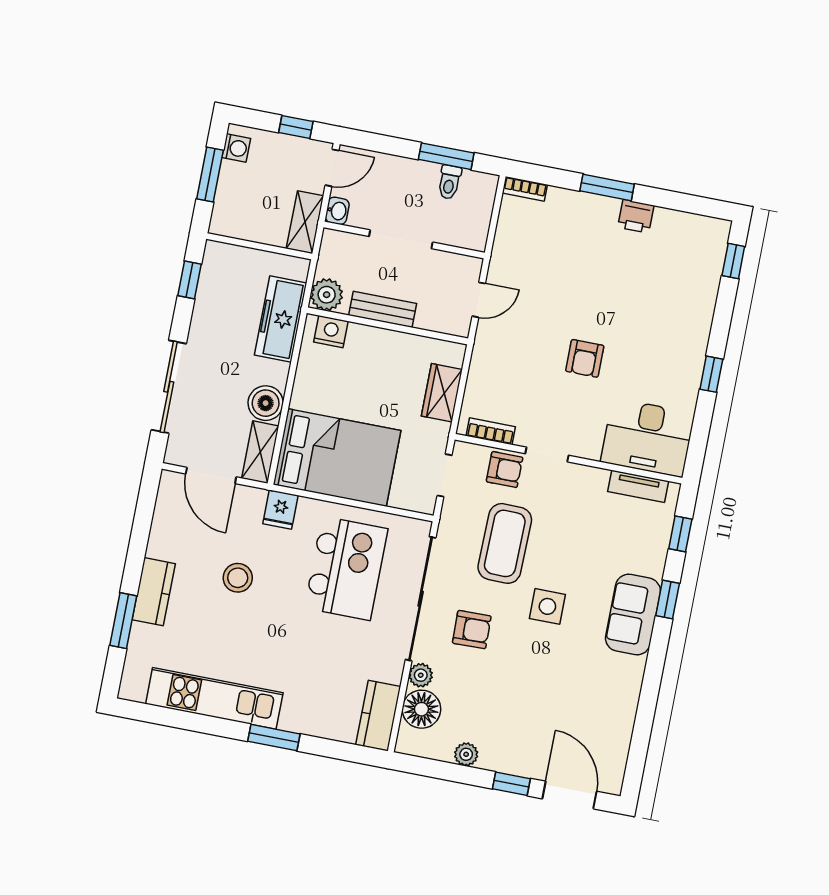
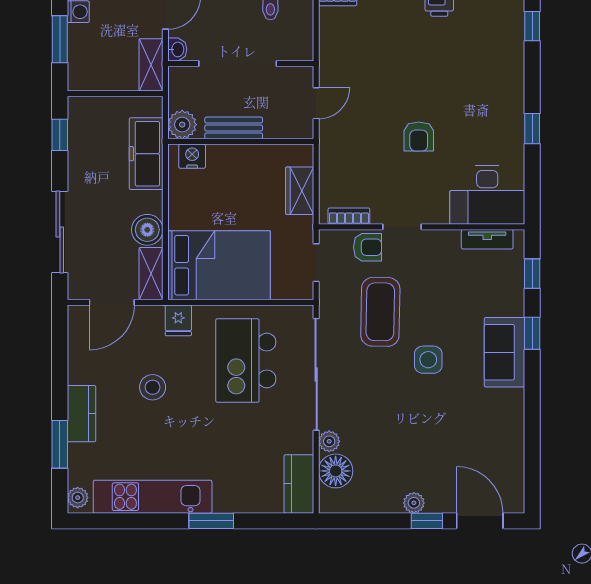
doorway: (401, 239) -> (238, 64), width x1.36
door: (211, 475) -> (112, 302), hinge flipped
kitchen island: (346, 568) -> (246, 360), turned 180
armchair: (472, 630) -> (366, 393), removed
plant: (132, 683) -> (78, 498), added
plant: (466, 754) -> (414, 503), moved

